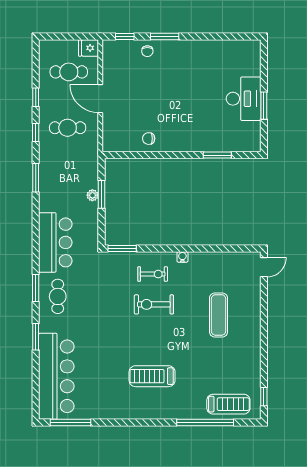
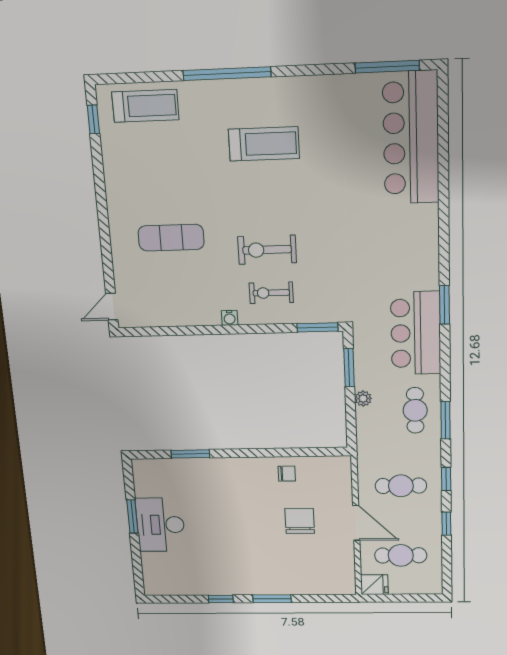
window: (125, 37) -> (221, 599), moved
chair: (147, 51) -> (300, 521), moved, width x1.87, depth x1.87
window: (101, 194) -> (349, 368), moved
window: (36, 288) -> (445, 305), moved
cafe table: (58, 296) -> (415, 410), moved
exercise bike: (154, 304) -> (267, 250), turned 180
exercise mat: (219, 315) -> (171, 238), turned 90
window: (36, 337) -> (444, 197), removed
treadmill: (228, 404) -> (145, 106), turned 180
window: (205, 423) -> (227, 74), moved

